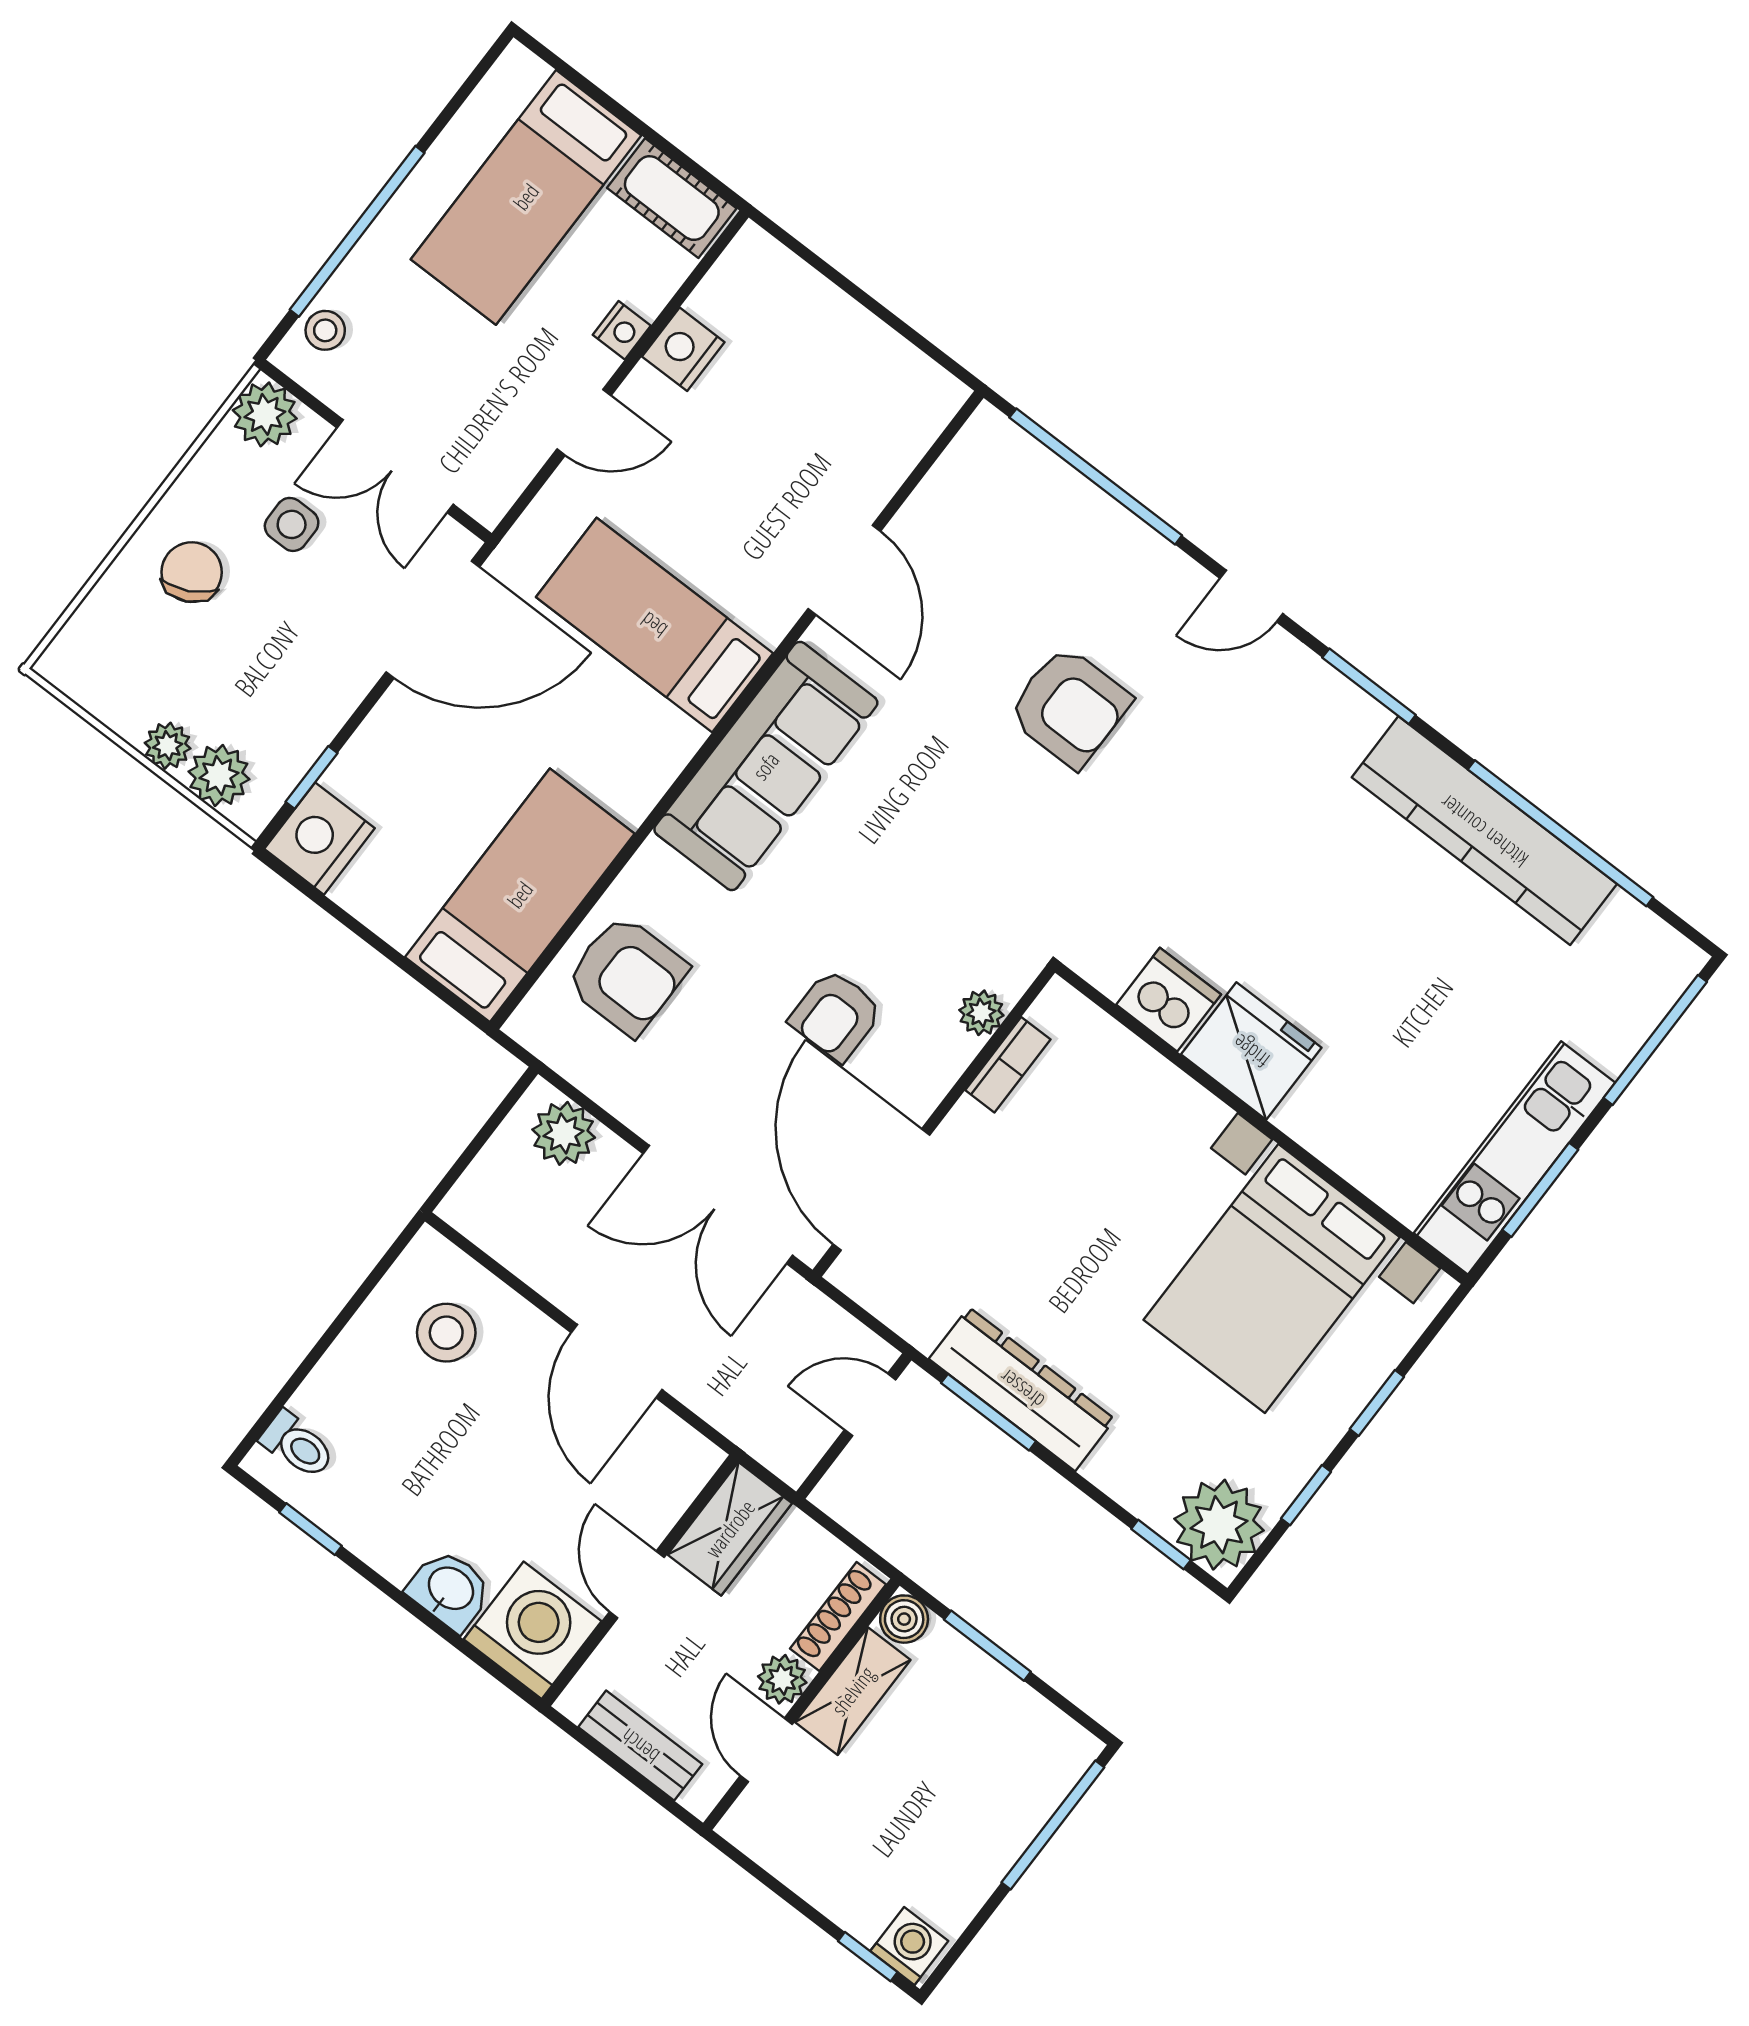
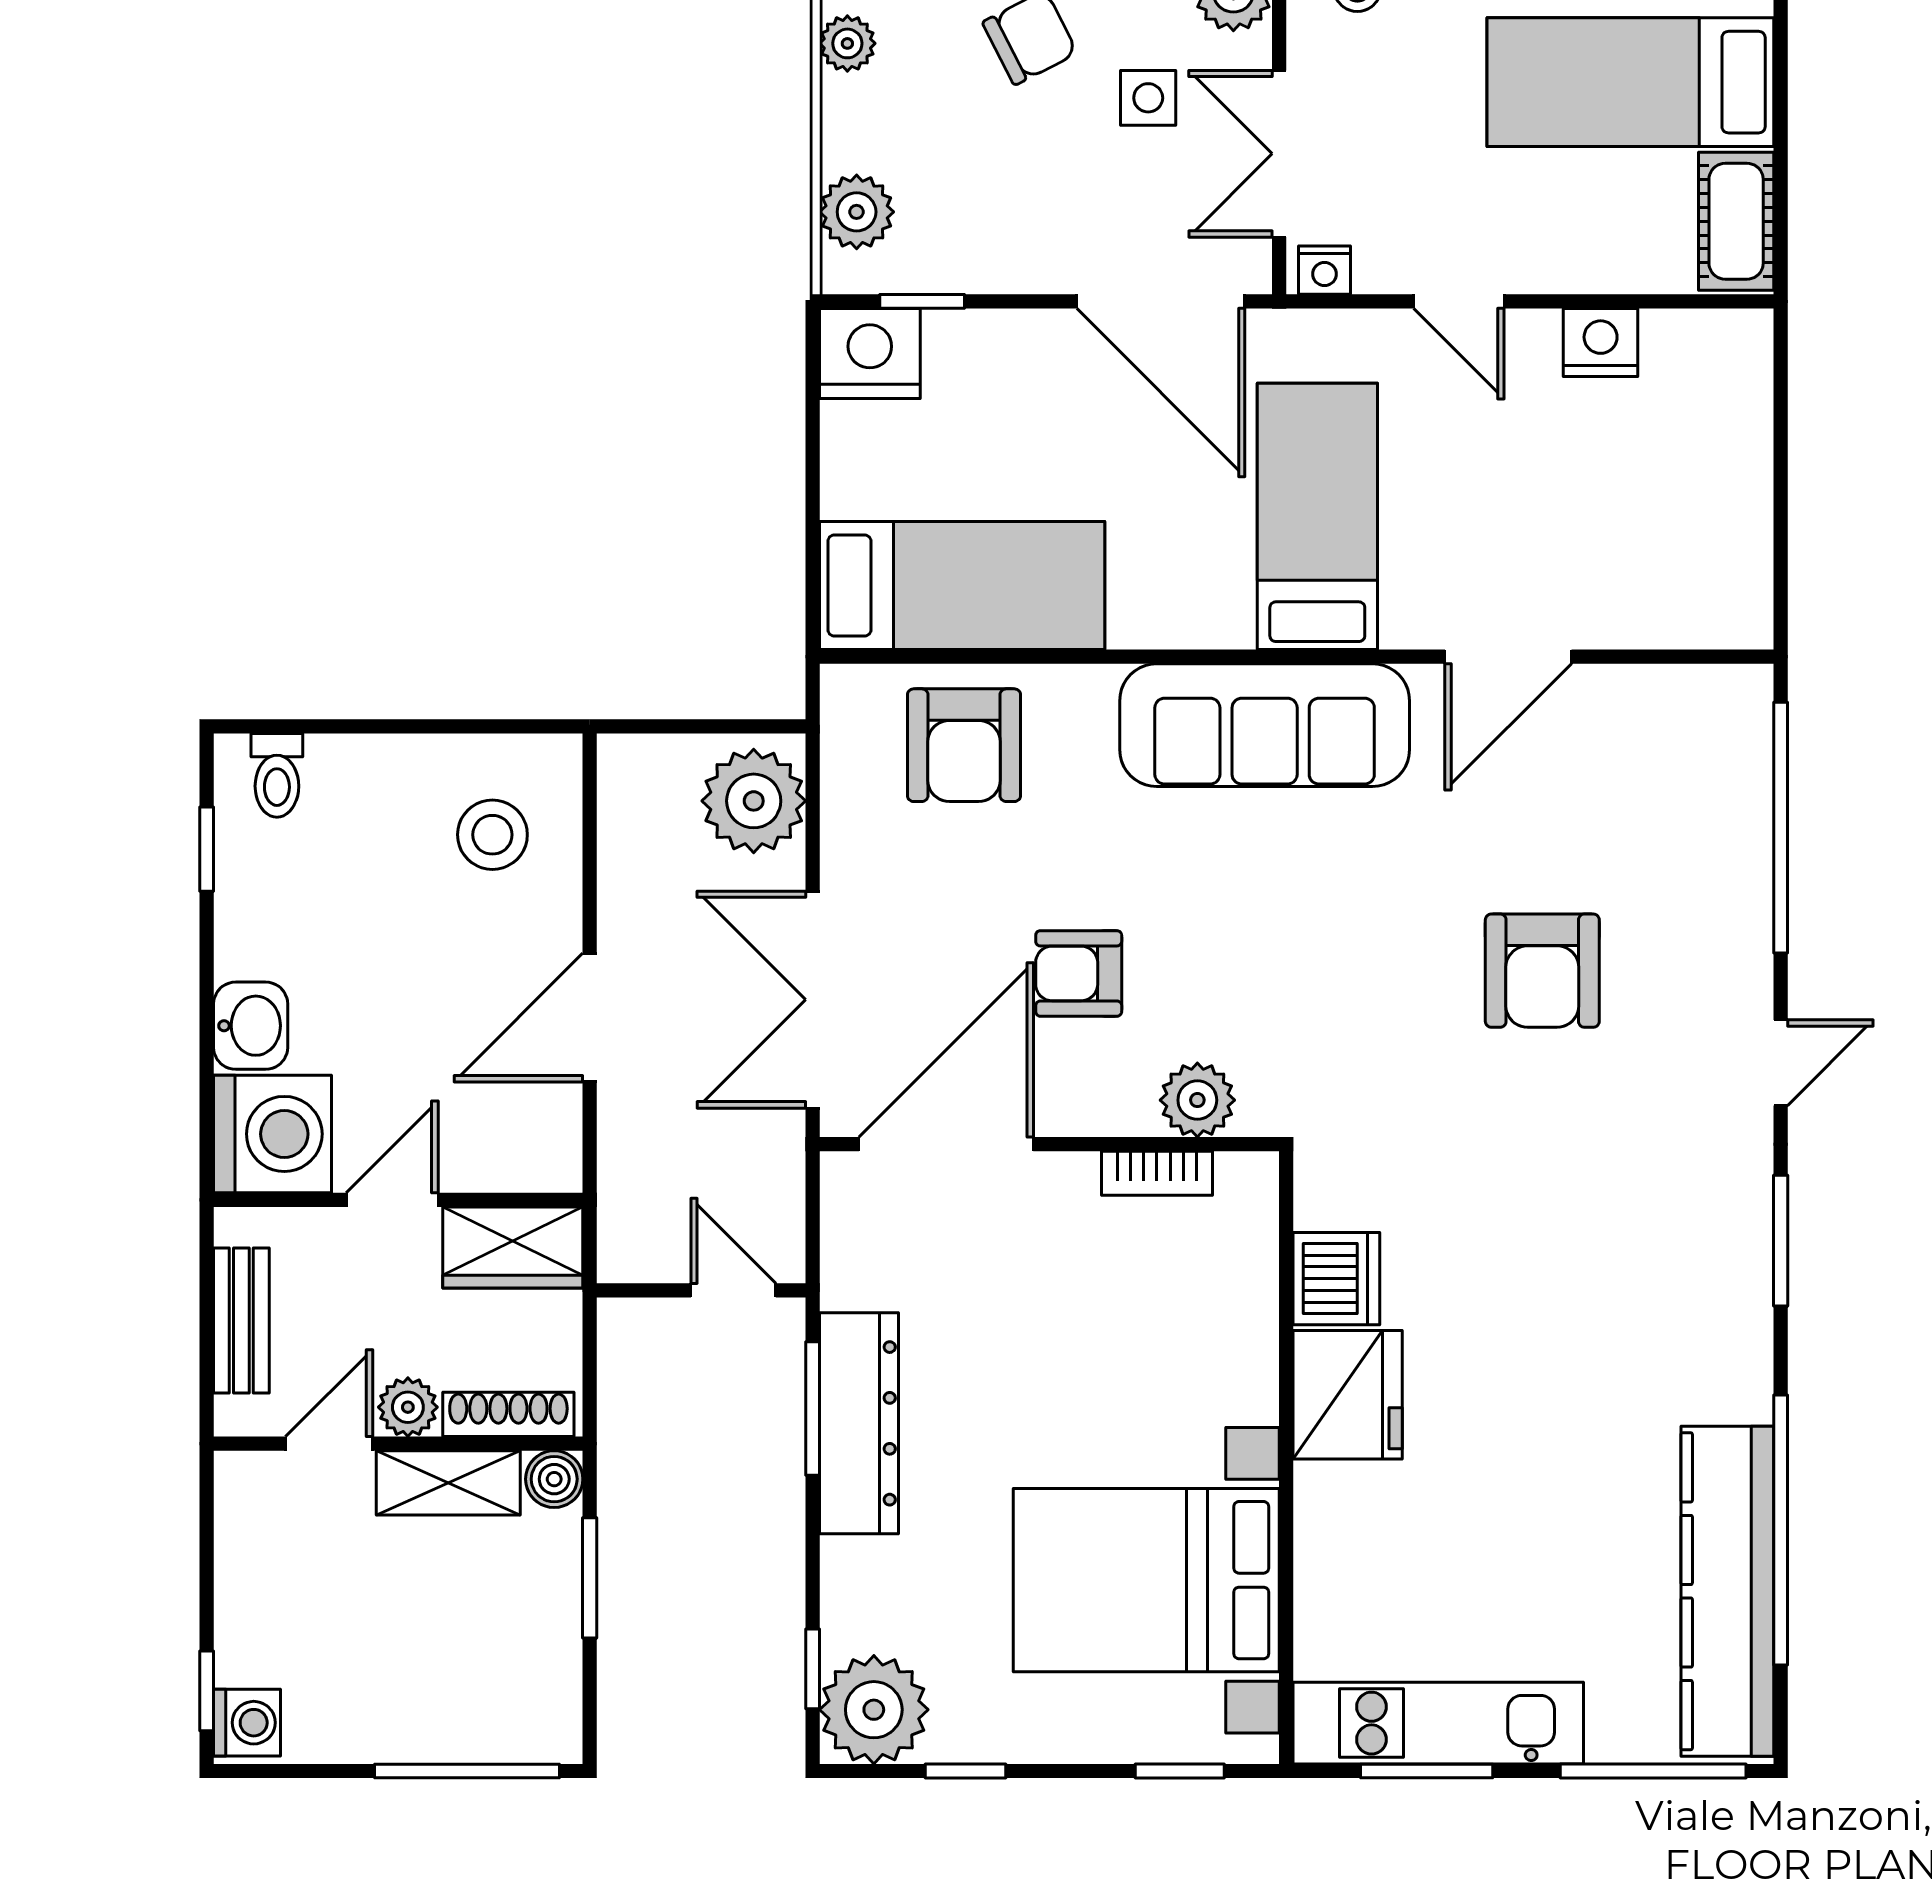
nightstand: (622, 330) -> (1325, 270), moved
door: (1251, 596) -> (1781, 1063), swing flipped
plant: (168, 746) -> (847, 43), moved
kitchen counter: (1484, 831) -> (1727, 1591), moved
plant: (981, 1013) -> (1197, 1100), width x1.38, depth x1.38
plant: (564, 1133) -> (754, 801), width x1.36, depth x1.36
window: (1377, 1403) -> (1180, 1771), moved

